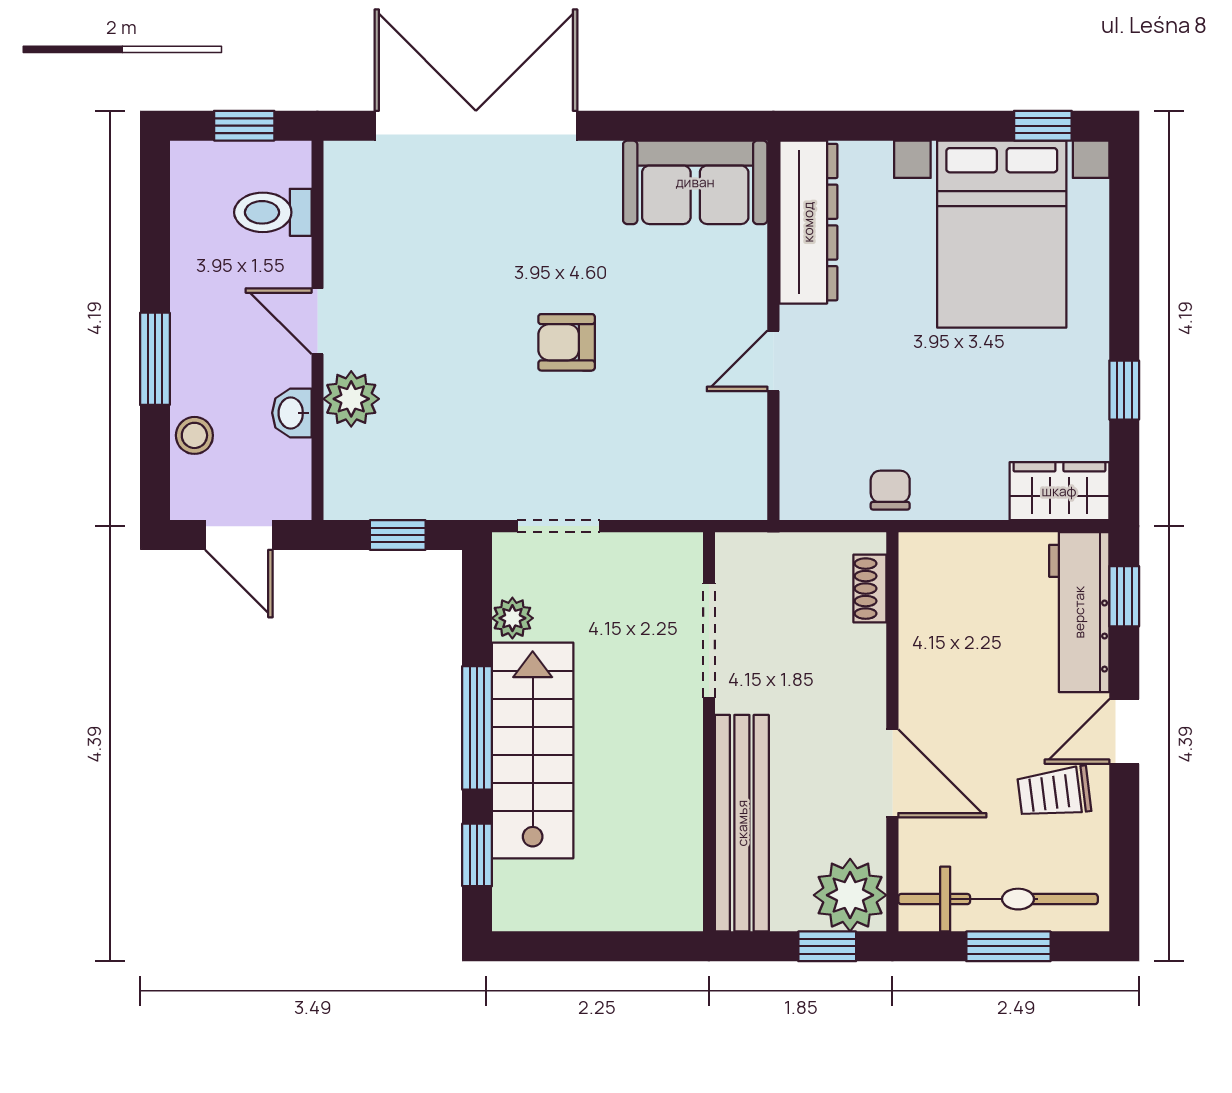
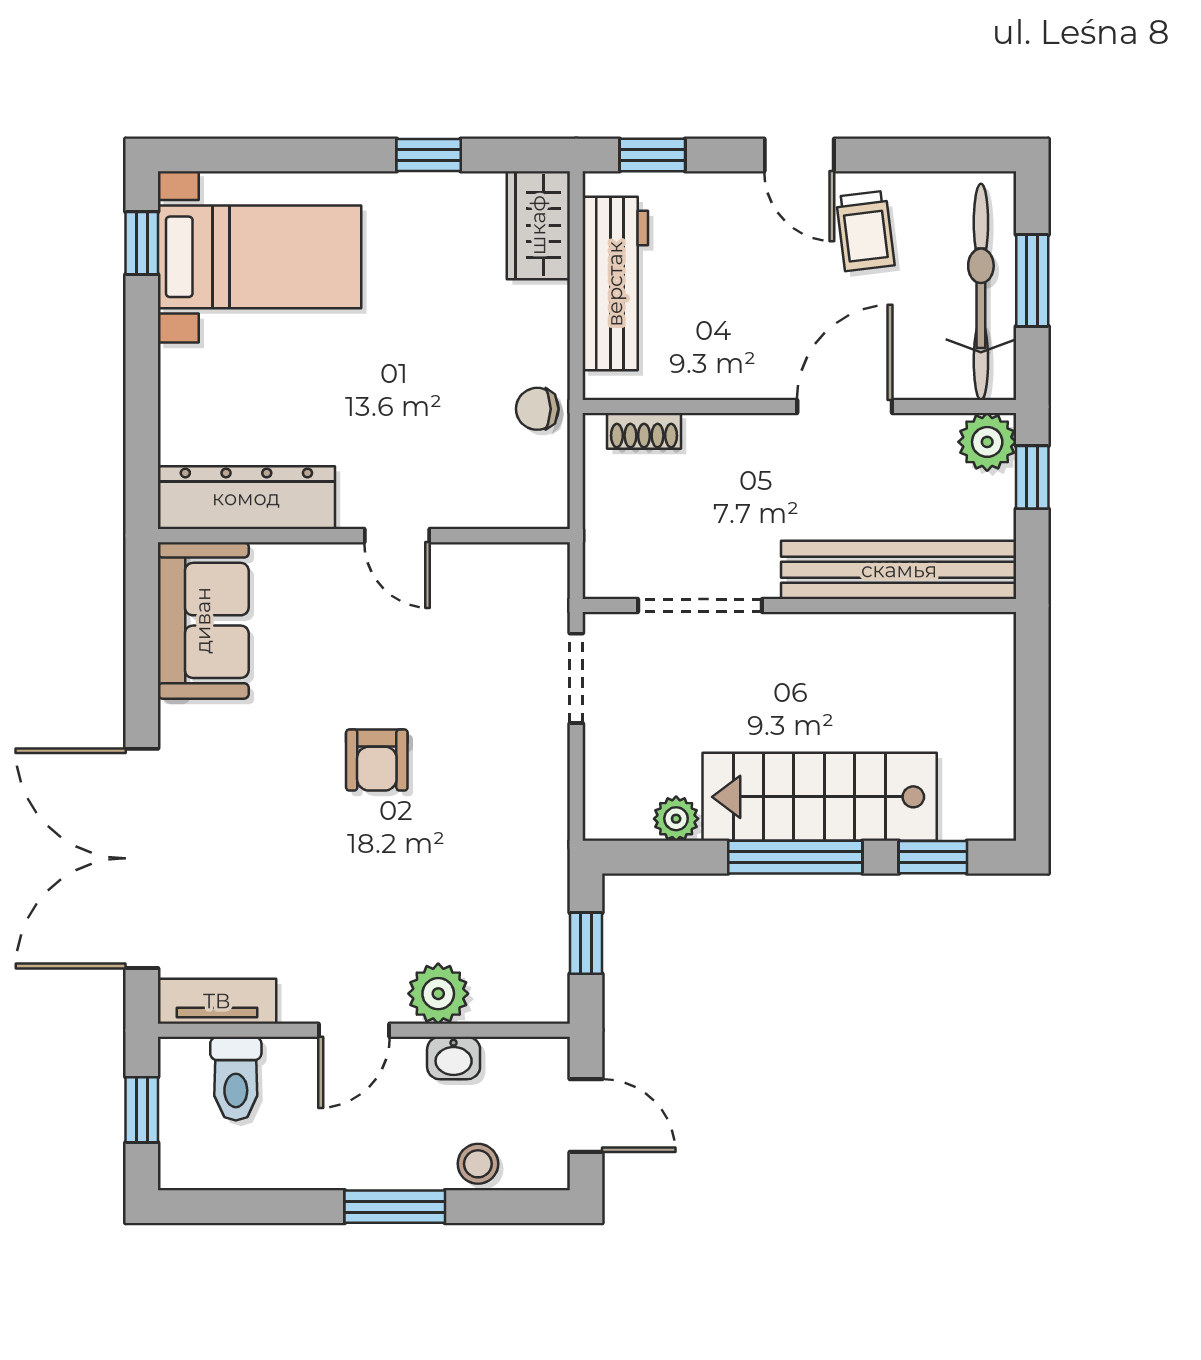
tv unit: (344, 195) -> (217, 1001), added
bed with nightstands: (1002, 234) -> (259, 257), width x0.73
doorway: (558, 526) -> (576, 678), moved
door: (239, 535) -> (586, 1116), hinge flipped
workbench: (1079, 612) -> (615, 284), moved, turned -90
plant: (850, 895) -> (987, 442), width x0.73, depth x0.73

